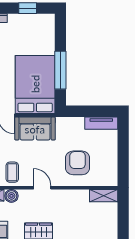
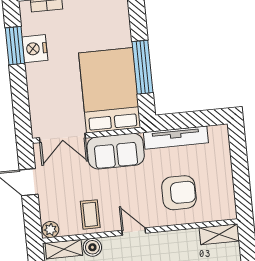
tv unit: (101, 123) -> (176, 138), moved, width x1.41
armchair: (78, 163) -> (179, 193), turned 90

